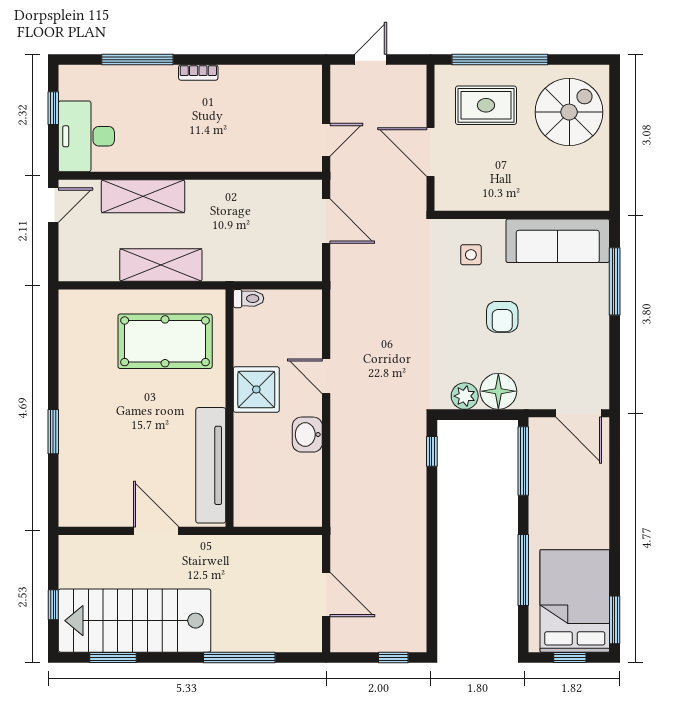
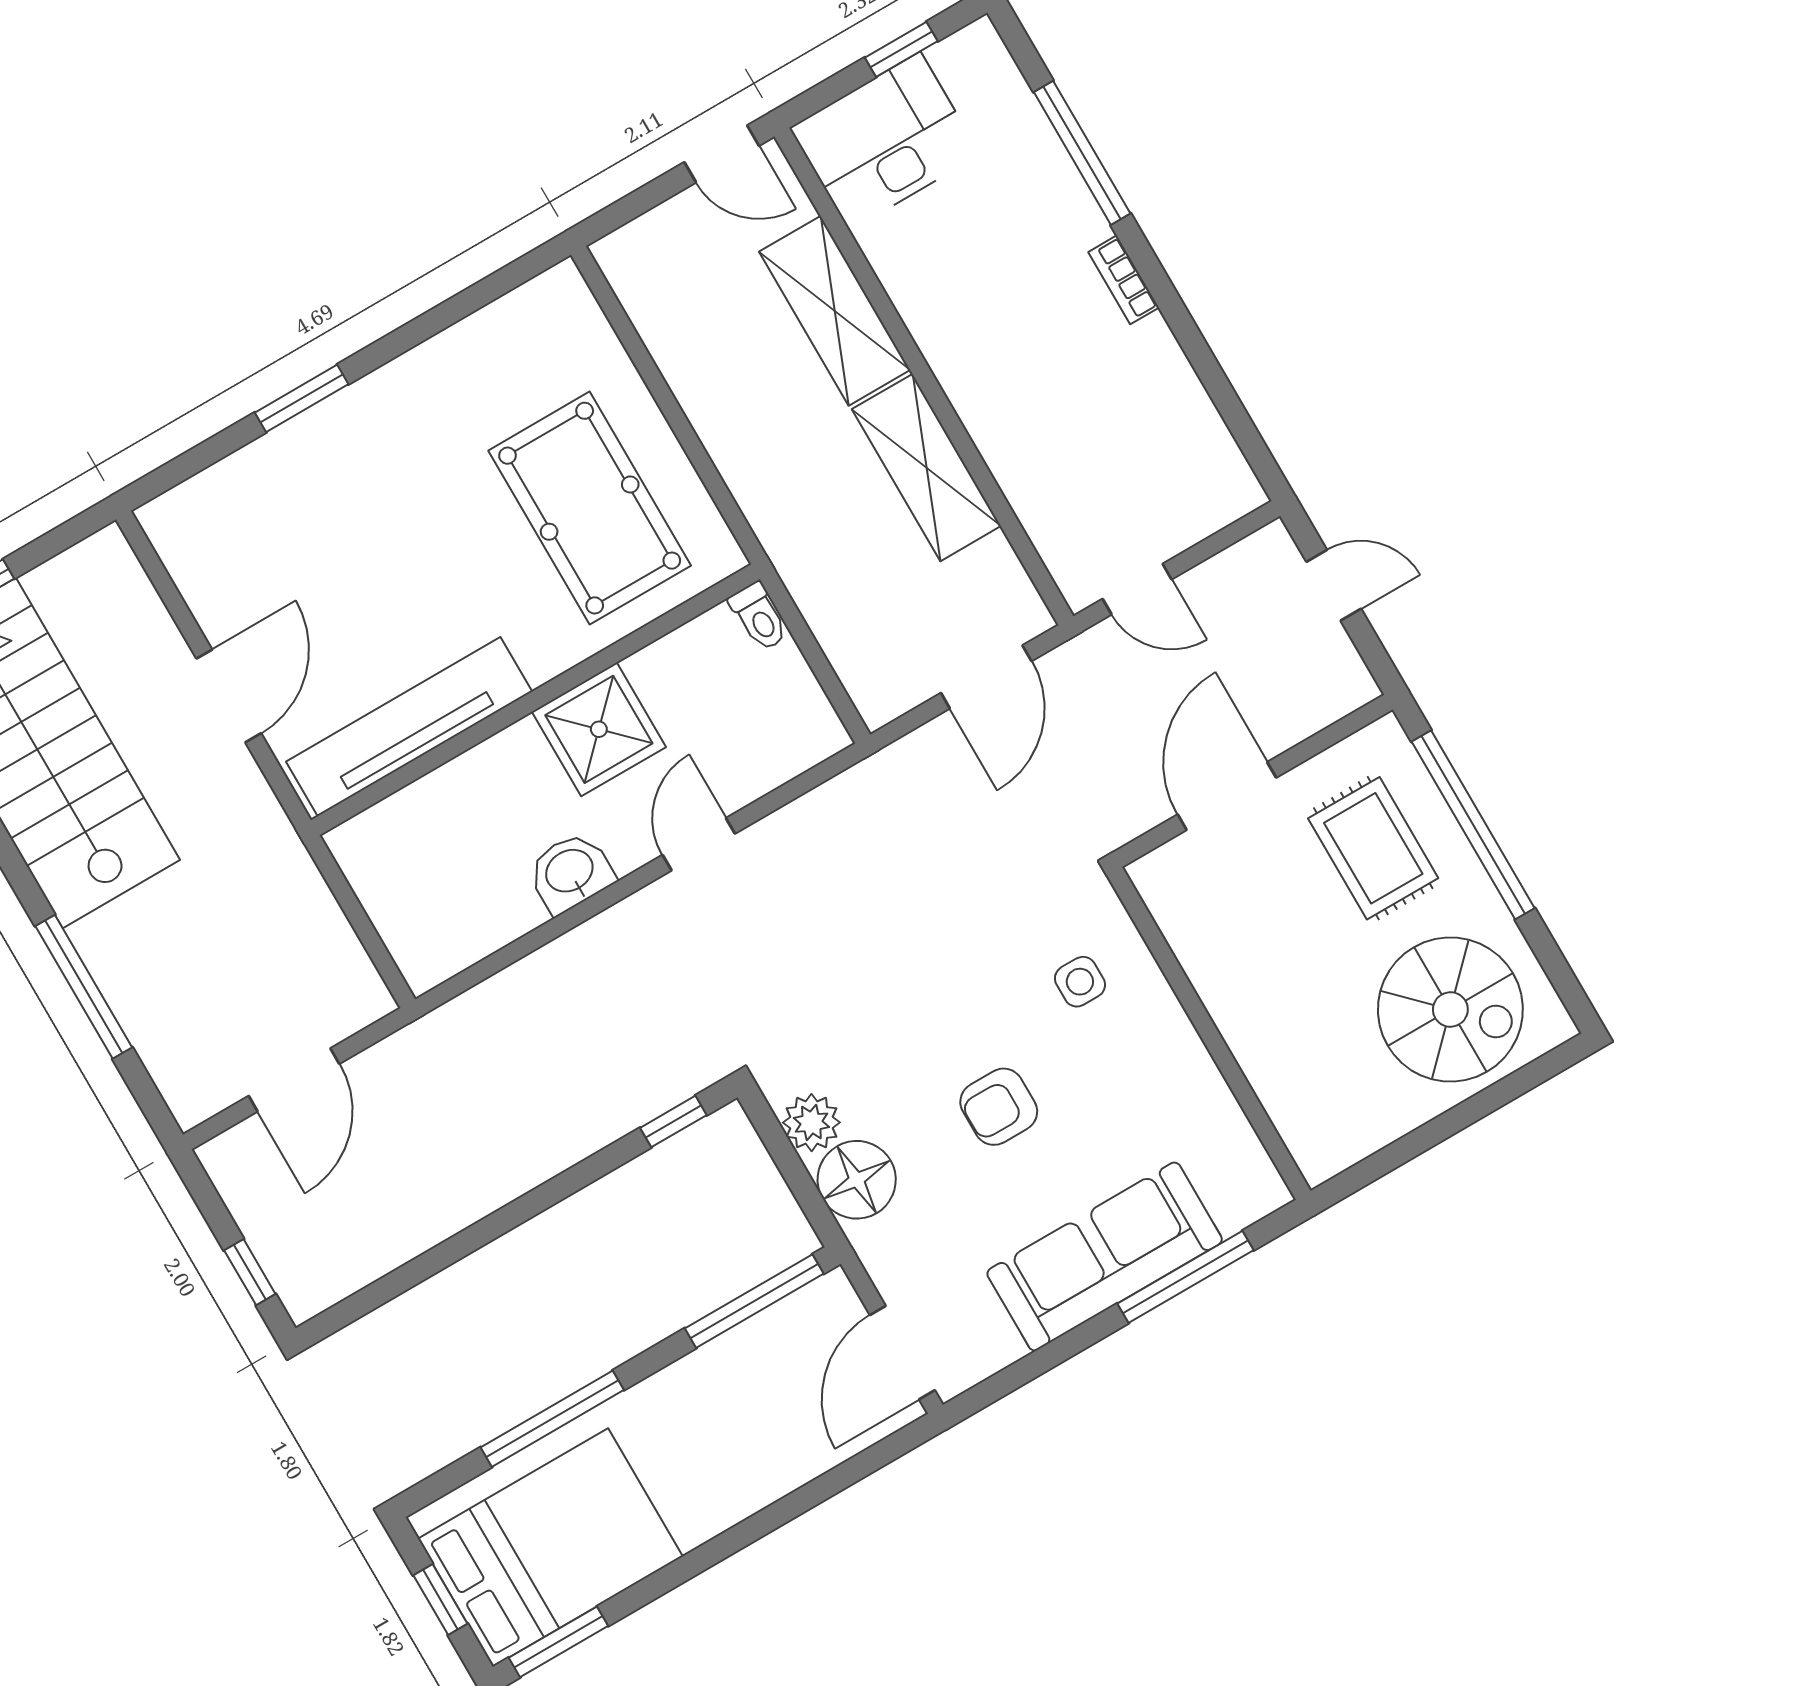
sofa: (558, 241) -> (1105, 1257), moved, turned 90
shelving: (161, 265) -> (926, 468), moved

